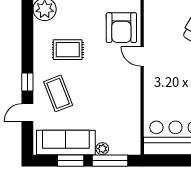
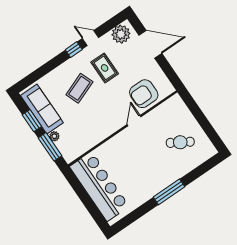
window: (27, 82) -> (74, 50), moved
coffee table: (58, 93) -> (79, 88), moved
door: (27, 113) -> (91, 38), moved

